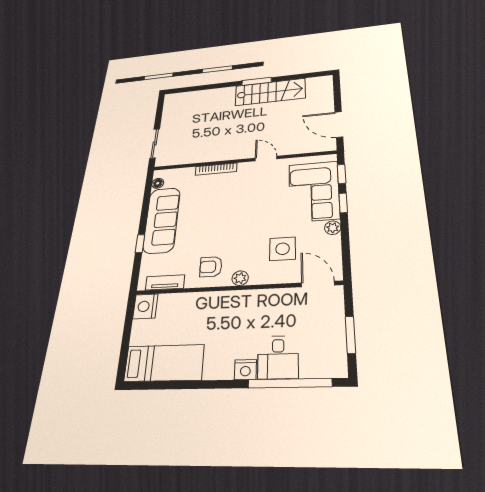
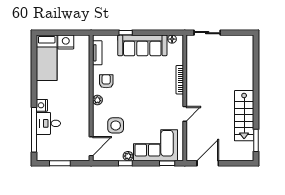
window: (257, 81) -> (256, 140), moved
window: (343, 203) -> (125, 163), moved
nightstand: (145, 306) -> (66, 42), moved

